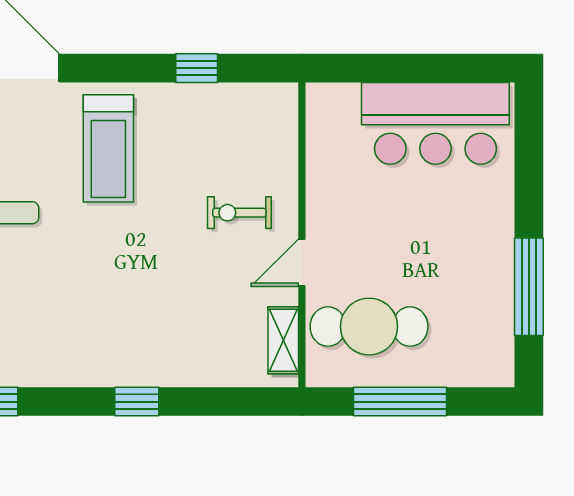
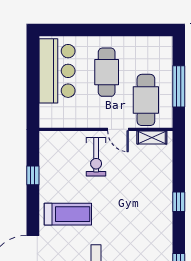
exercise bike: (239, 213) -> (96, 157), width x1.38, depth x1.39
cafe table: (433, 237) -> (107, 72), added
window: (529, 287) -> (129, 30), removed

